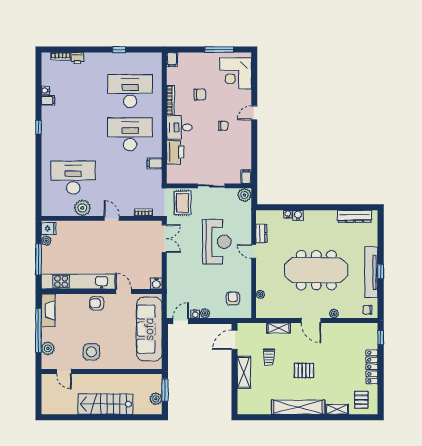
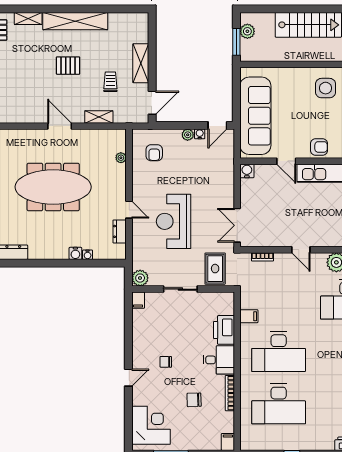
plant: (334, 314) -> (32, 134), removed

